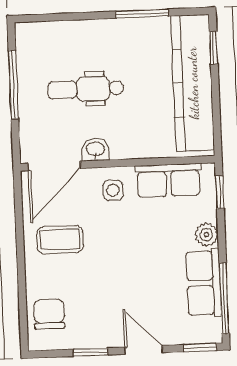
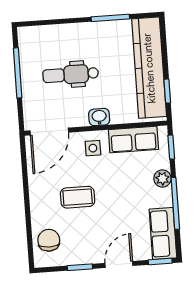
window: (214, 48) -> (167, 91), moved
washbasin: (95, 149) -> (99, 117), moved
coffee table: (60, 240) -> (78, 197), moved
row of seats: (204, 283) -> (163, 234), moved
window: (224, 299) -> (175, 203), moved
door: (144, 350) -> (119, 264), hinge flipped

